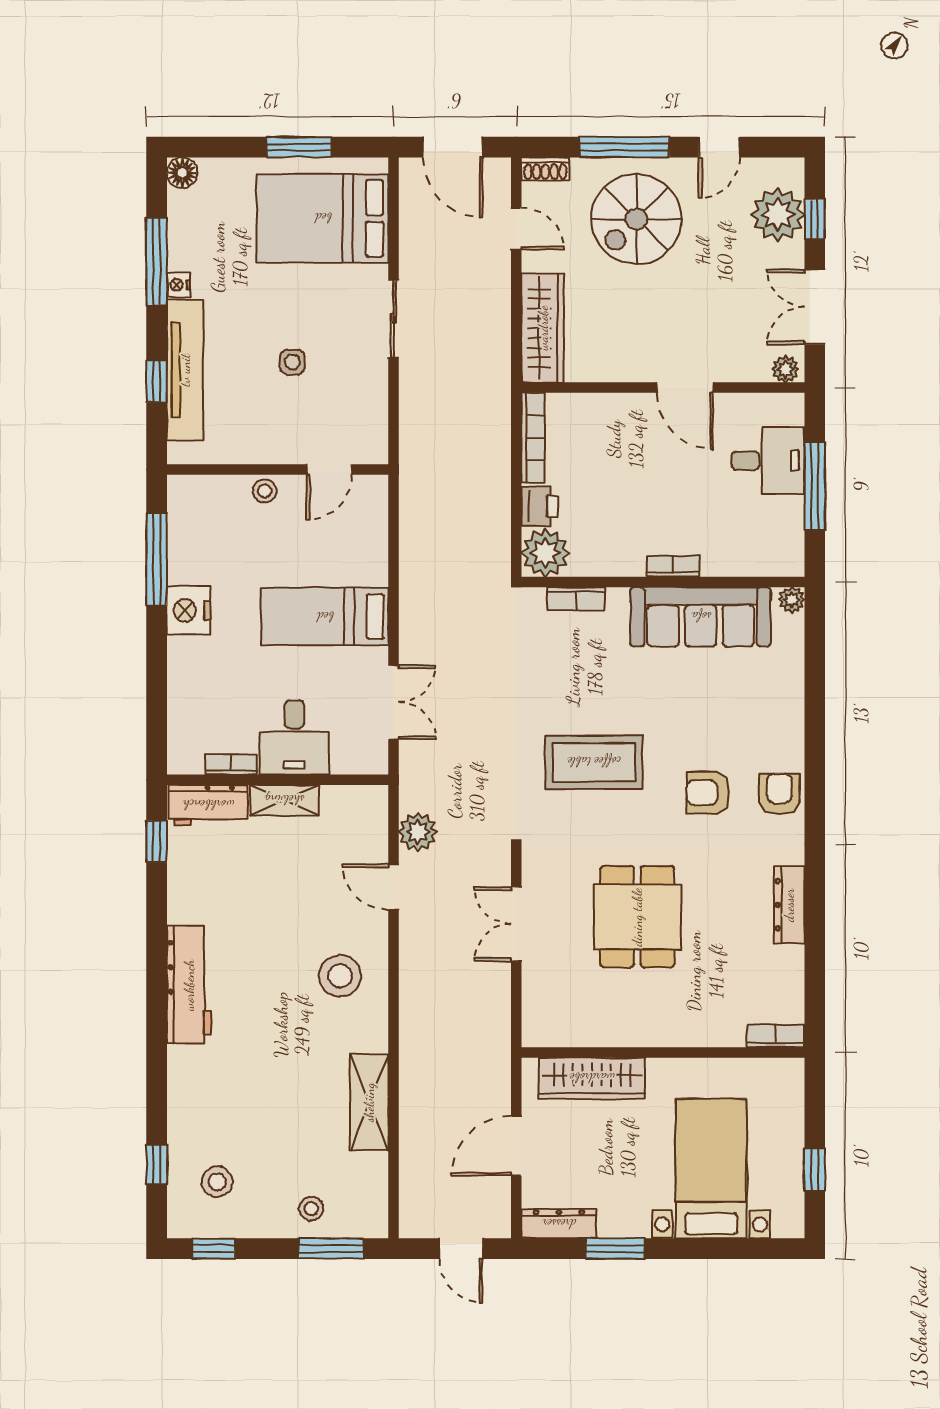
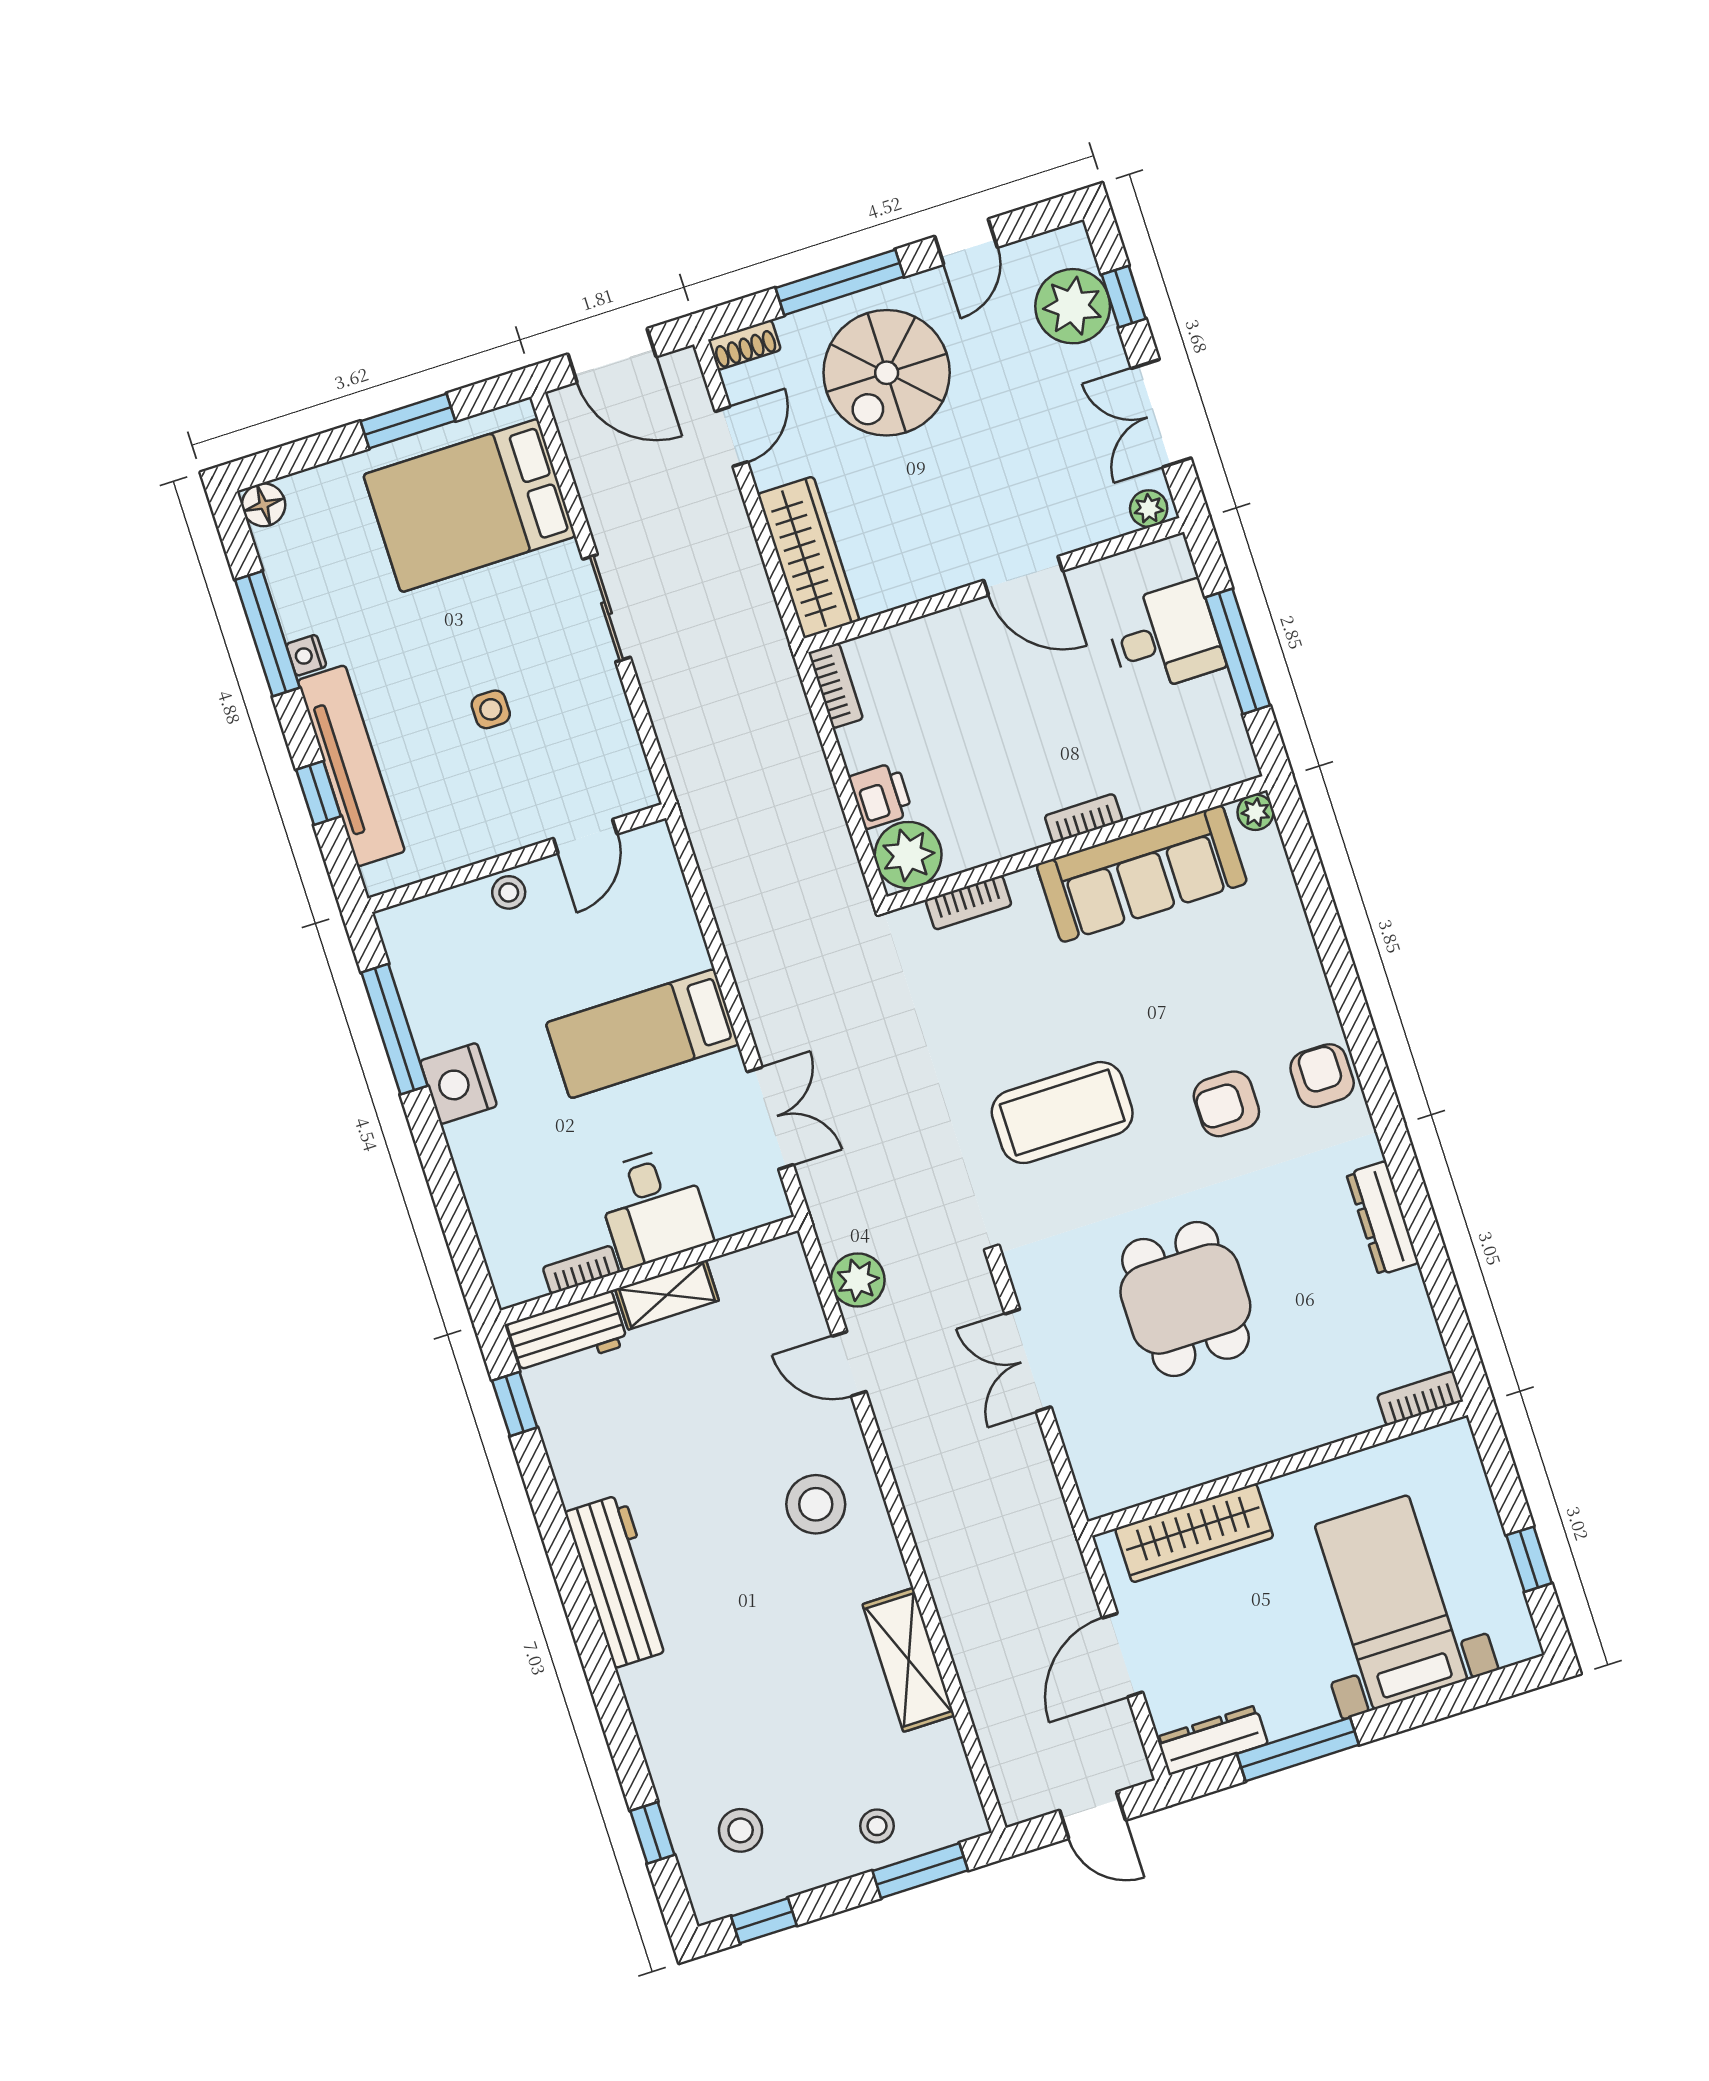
door: (516, 229) -> (731, 437), hinge flipped
bookcase: (533, 438) -> (836, 686), width x0.64
window: (615, 1249) -> (1298, 1749), width x1.44

